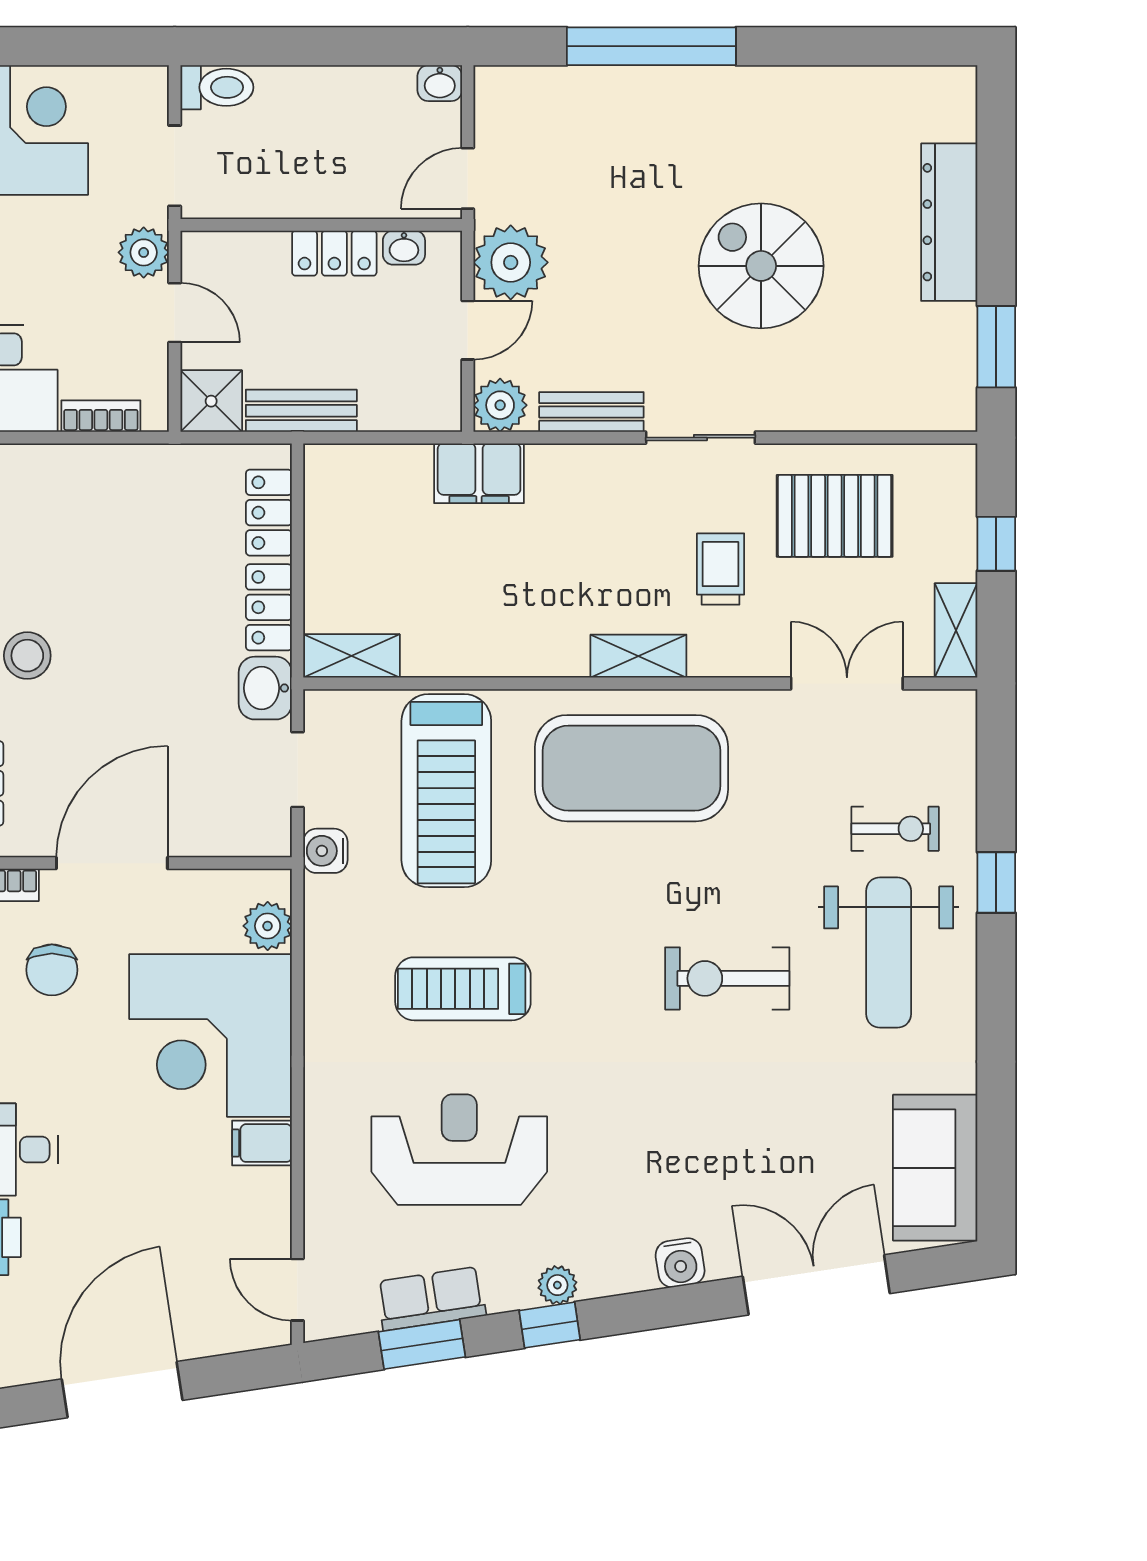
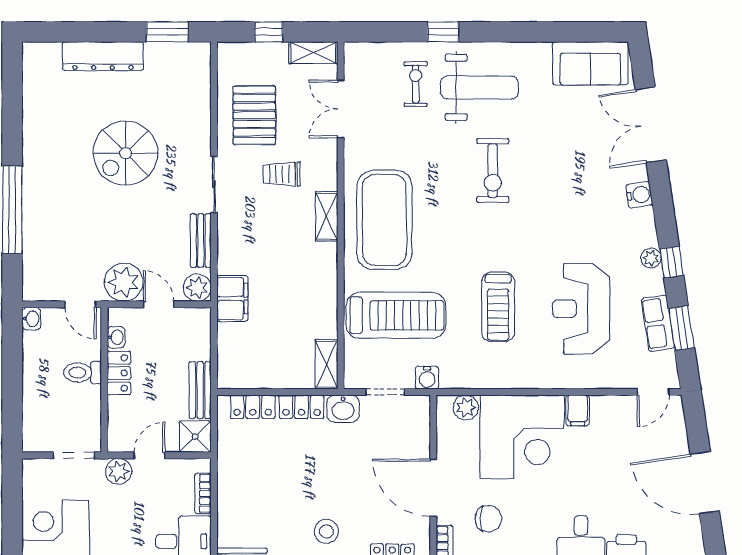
toilet: (217, 87) -> (83, 373), moved, turned -90

